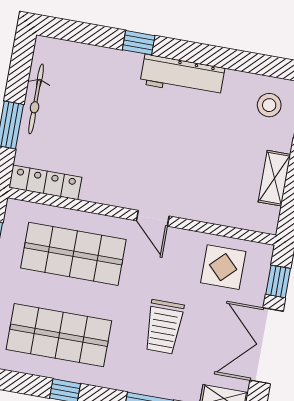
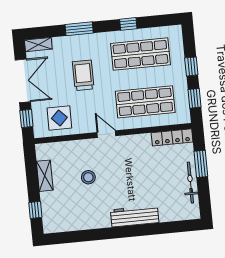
window: (139, 43) -> (142, 230), removed
workbench: (182, 76) -> (135, 216), moved
stool: (269, 105) -> (88, 177), moved

